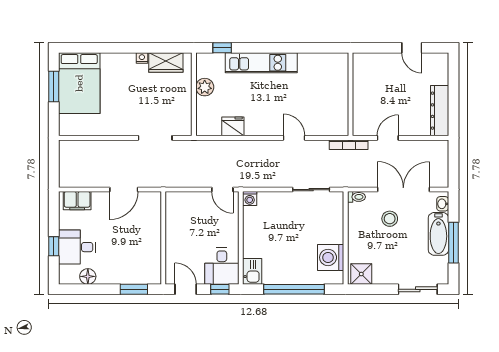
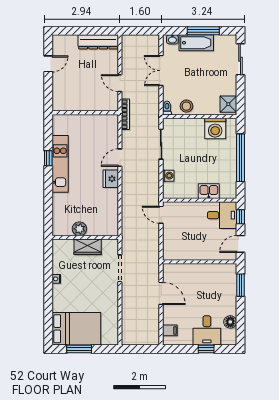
window: (222, 48) -> (48, 158), moved
wardrobe: (166, 63) -> (88, 247), moved, turned 90
kitchen unit: (261, 63) -> (60, 164), moved
fridge: (233, 126) -> (111, 179), moved
door: (222, 190) -> (161, 215), swing flipped
double door: (403, 190) -> (161, 71), width x0.73
washing machine: (250, 199) -> (168, 176), moved
filing cabinet: (77, 201) -> (170, 330), width x0.50
stool: (390, 219) -> (186, 106), moved
kitchen sink: (252, 271) -> (209, 191), moved

